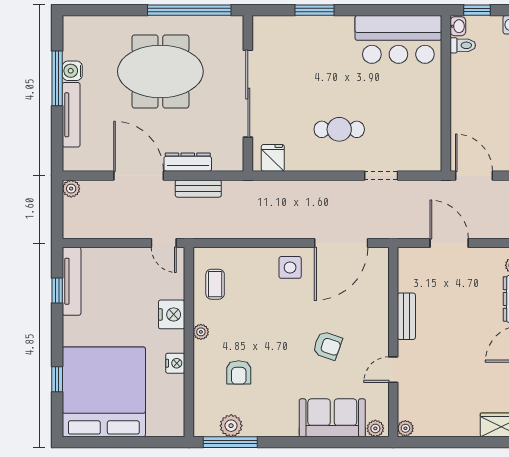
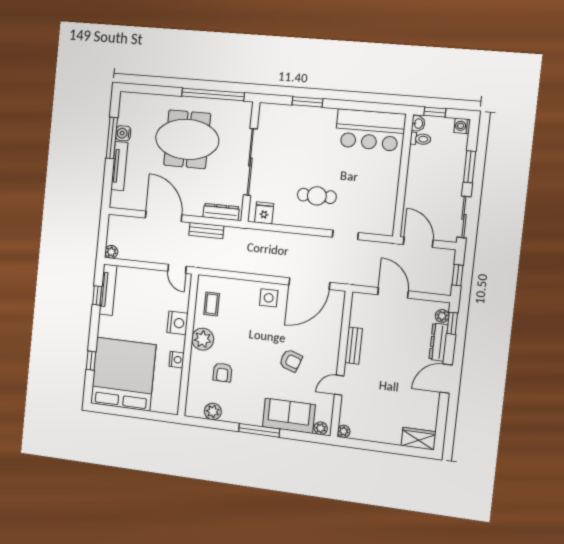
dresser: (188, 162) -> (221, 212), moved
plant: (71, 189) -> (111, 252), moved
plant: (201, 332) -> (203, 339), width x1.88, depth x1.88
window: (230, 442) -> (259, 430), moved

